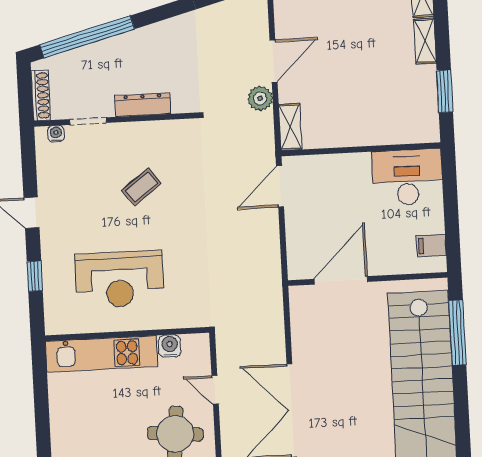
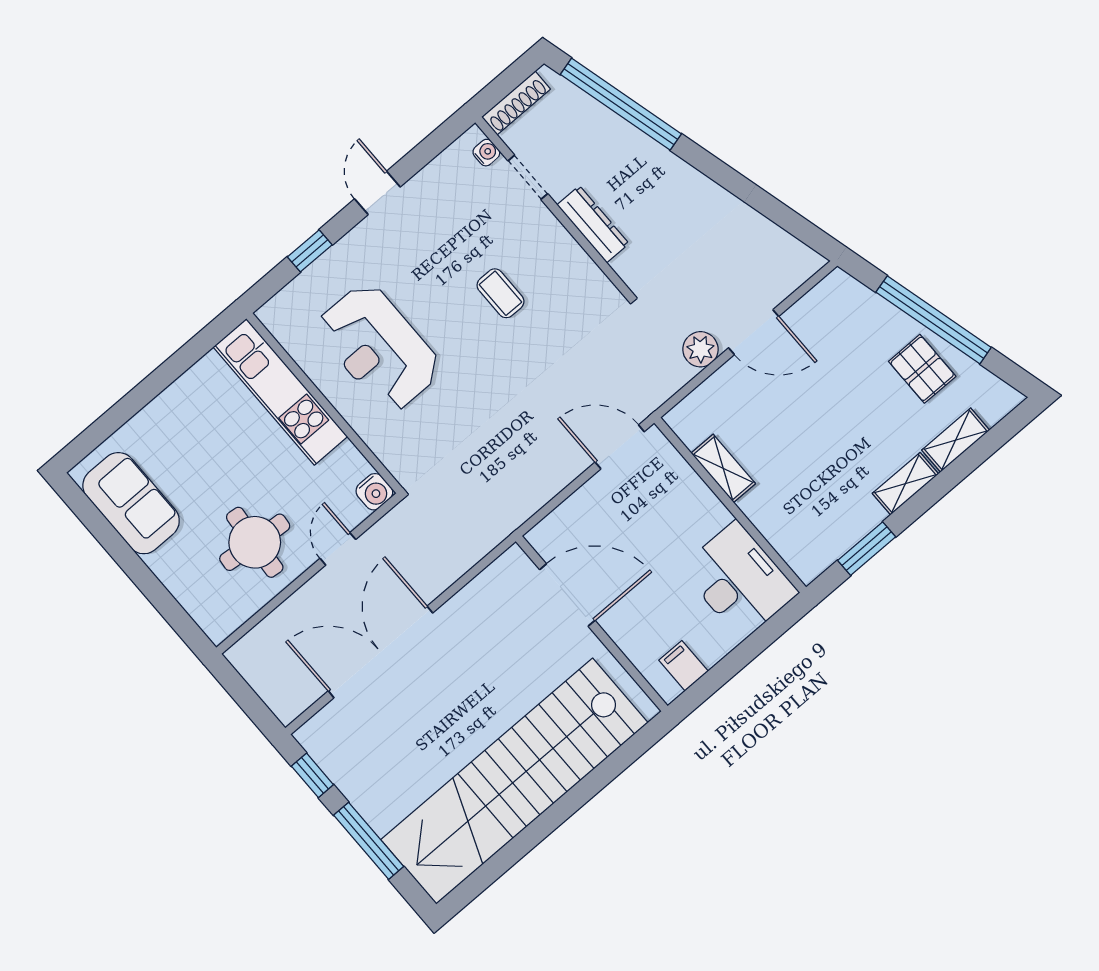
shelving: (290, 127) -> (723, 468), moved, turned 90
coffee table: (142, 187) -> (500, 293), turned 37
window: (457, 332) -> (609, 769), removed
water cooler: (170, 346) -> (374, 492), moved, turned 90

